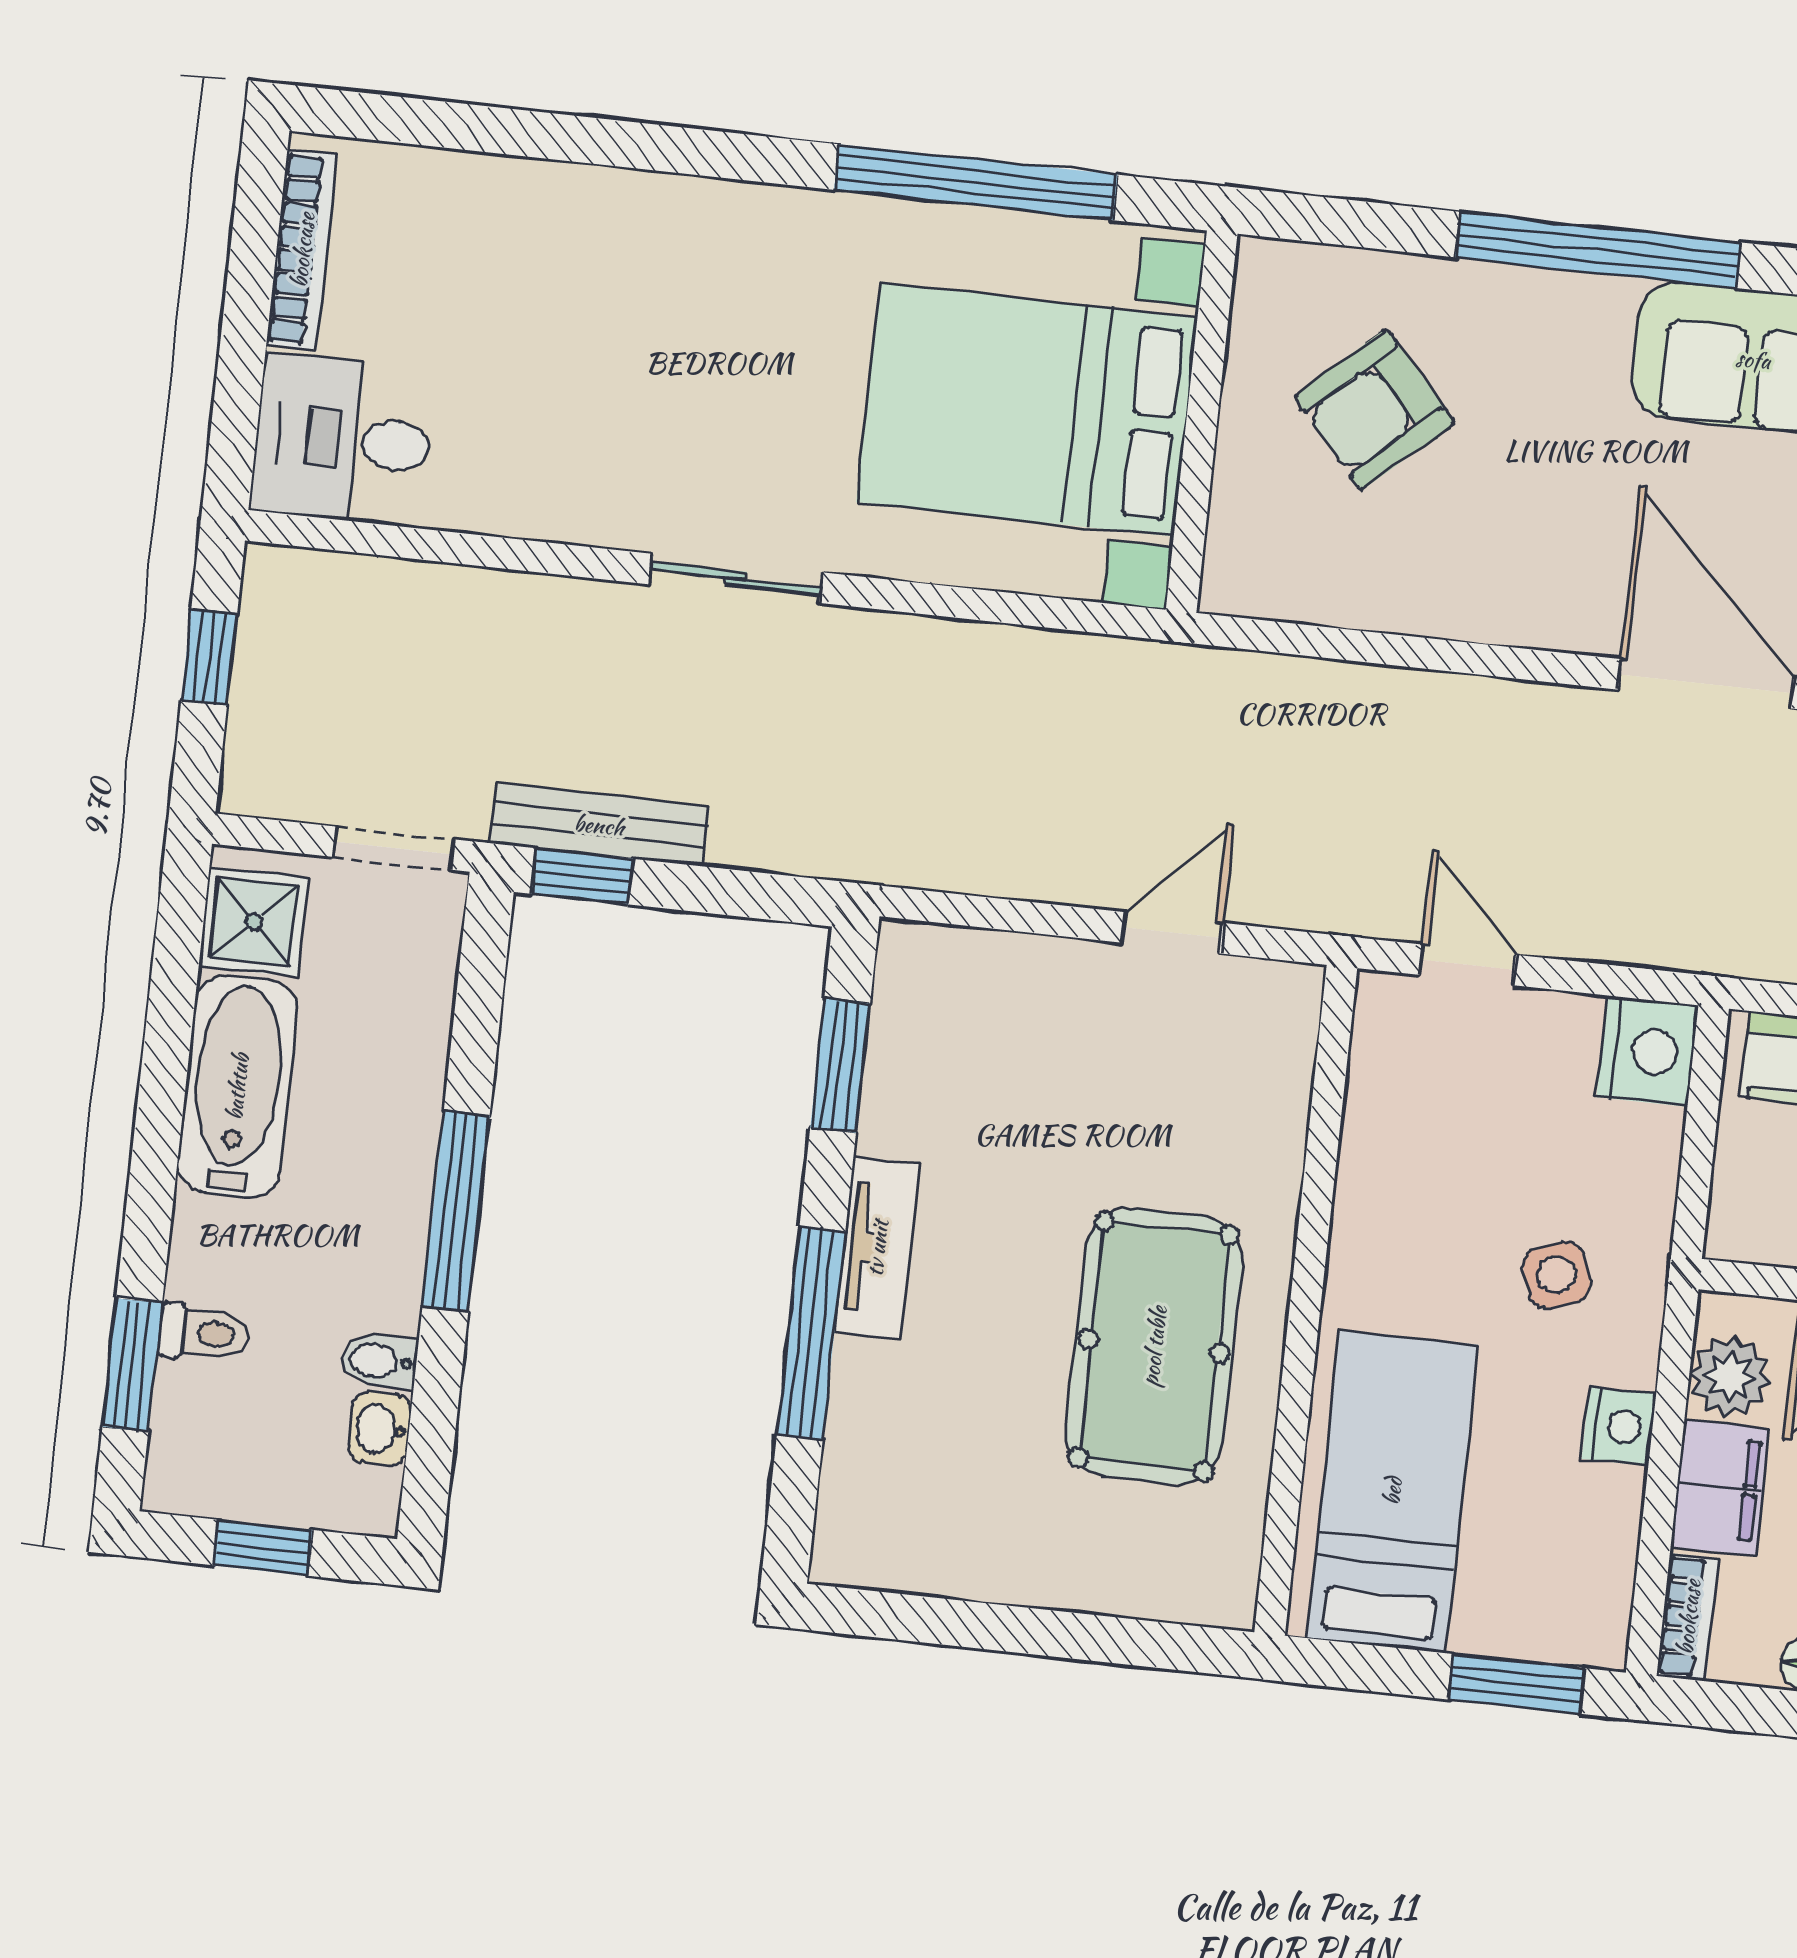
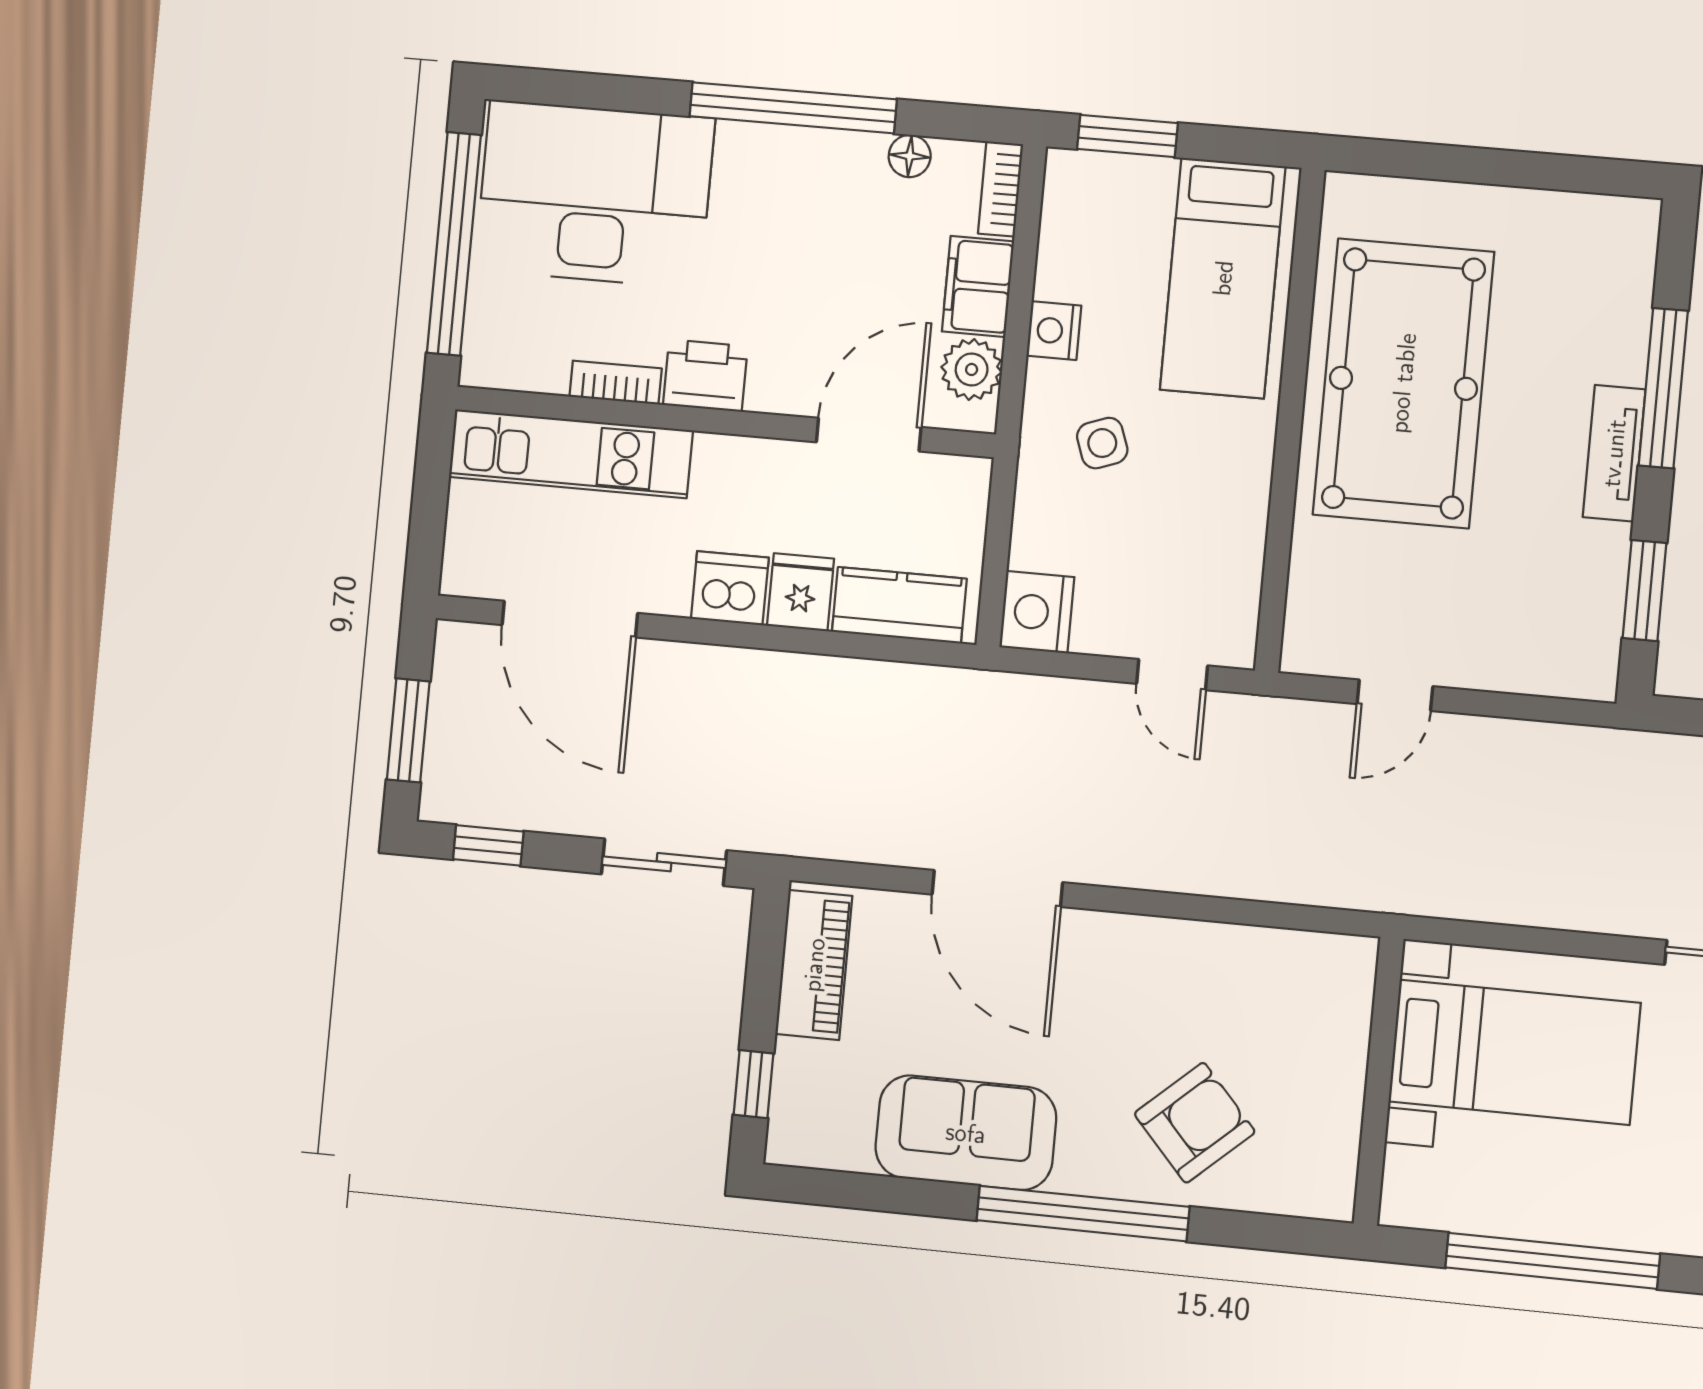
bed with nightstands: (1027, 410) -> (1514, 1052), width x0.73
armchair: (1374, 410) -> (1195, 1123), moved
pool table: (1154, 1346) -> (1403, 383), width x1.36, depth x1.32

